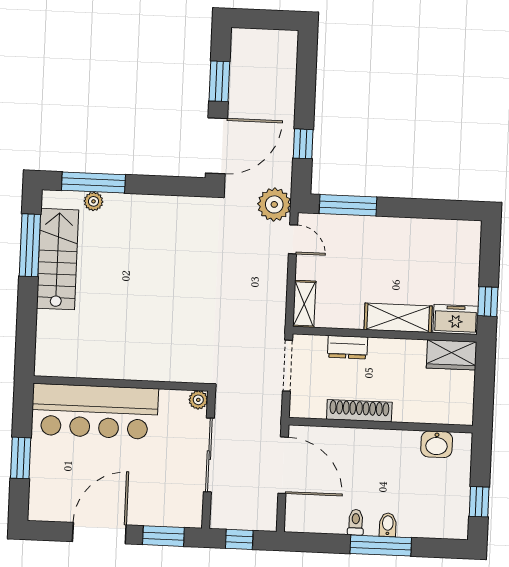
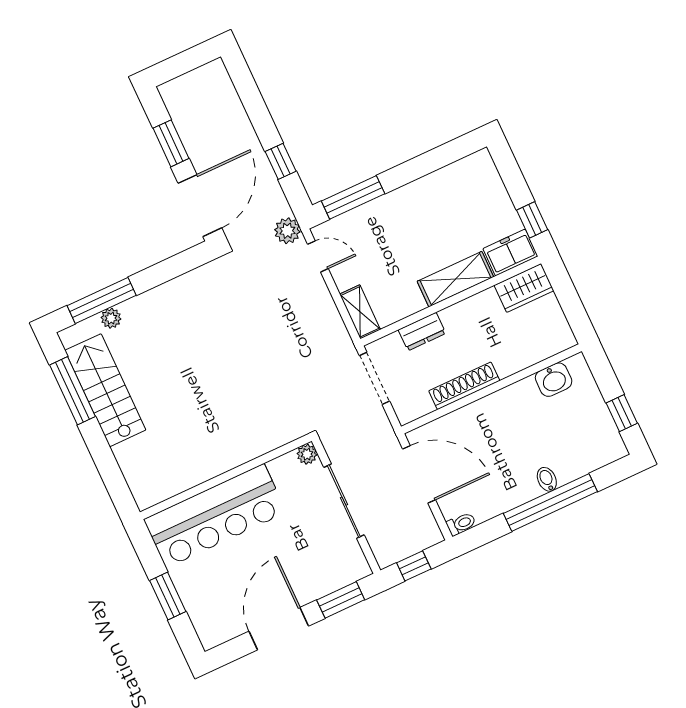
plant: (274, 204) -> (287, 231), width x0.73, depth x0.73
toilet: (356, 522) -> (461, 524), moved, turned 90
window: (381, 546) -> (550, 502), width x1.46

